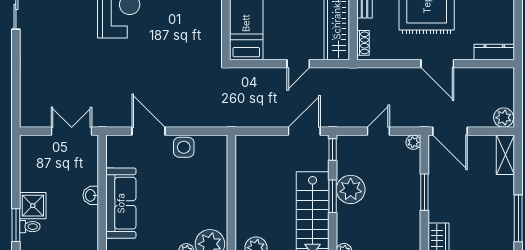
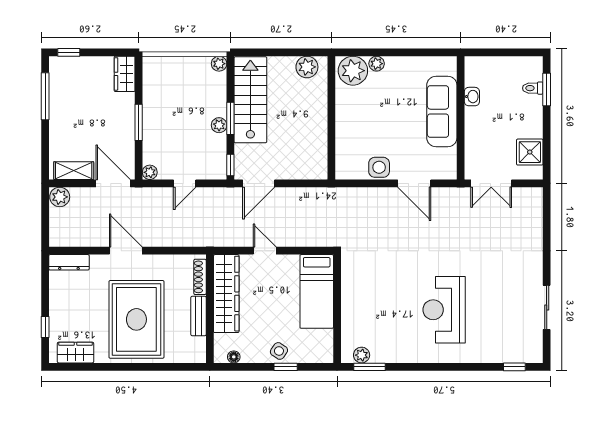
shoe rack: (363, 43) -> (200, 277), width x1.43
door: (298, 64) -> (265, 251), hinge flipped
shelving: (505, 155) -> (74, 171), moved, turned 90
plant: (351, 189) -> (219, 125), width x0.53, depth x0.53
washbasin: (91, 195) -> (472, 97), moved
shower: (33, 206) -> (530, 152), moved

